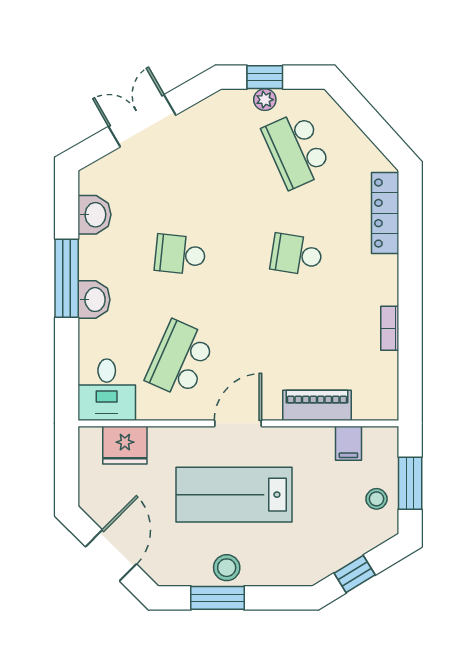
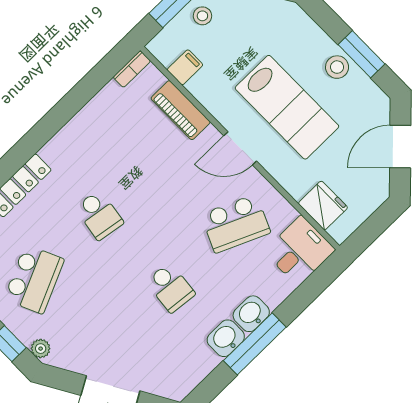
plant: (265, 100) -> (41, 349), moved
washbasin: (94, 215) -> (226, 338), moved
bookcase: (390, 328) -> (132, 69), moved

